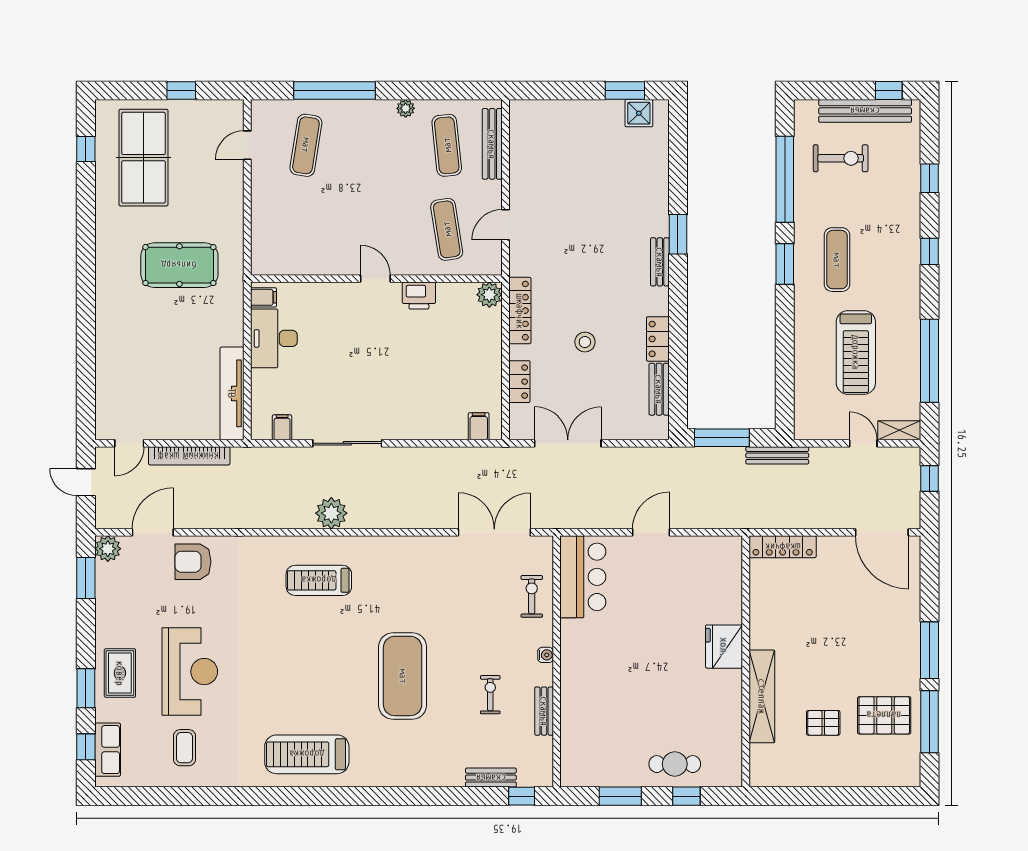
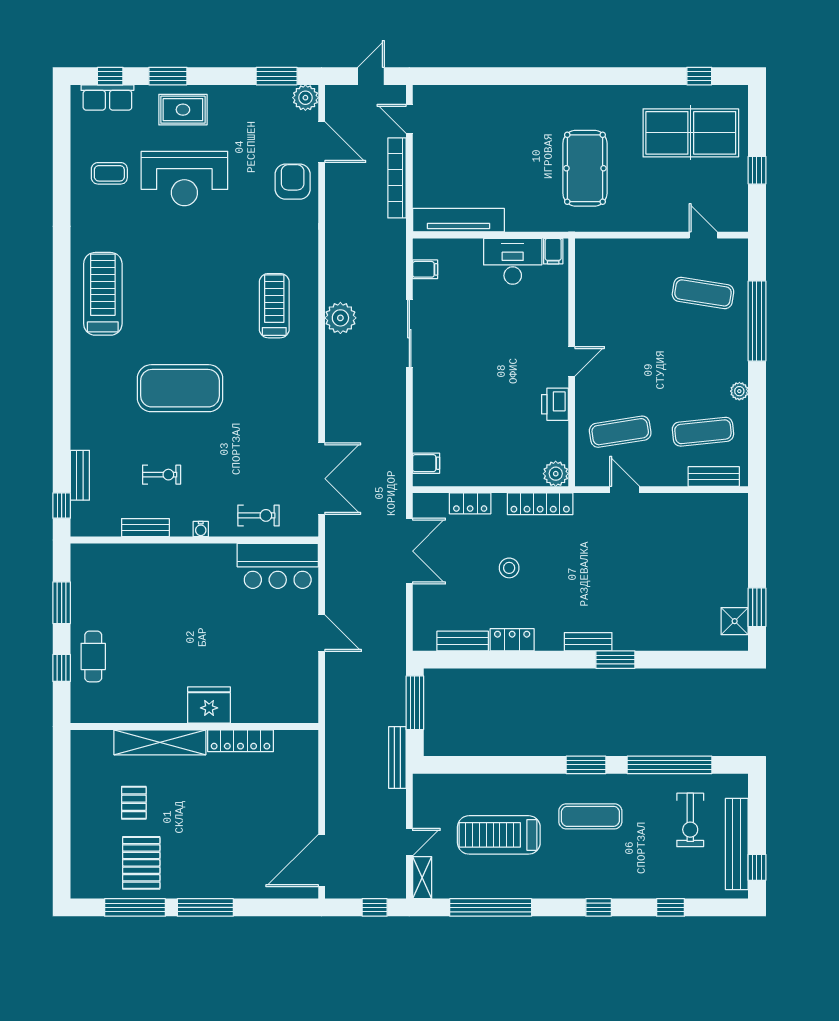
bench: (492, 144) -> (714, 477), width x0.73
locker: (783, 547) -> (240, 741), moved, turned -90

